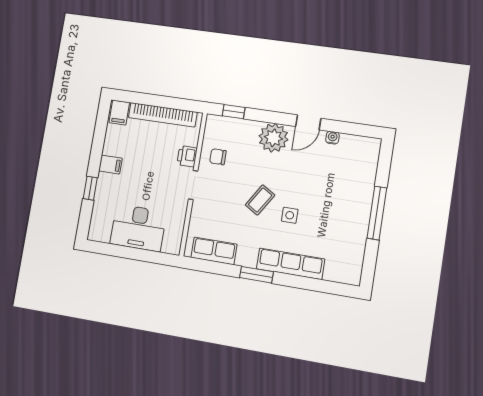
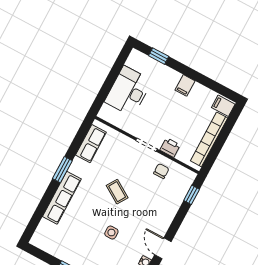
plant: (273, 138) -> (161, 218), removed
window: (90, 188) -> (159, 56), moved
side table: (290, 215) -> (111, 233), moved

